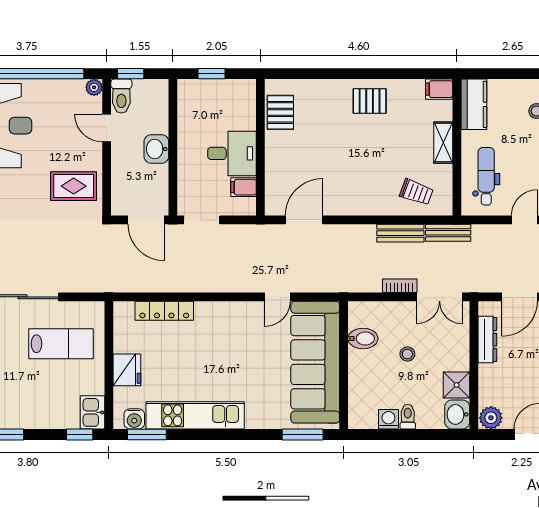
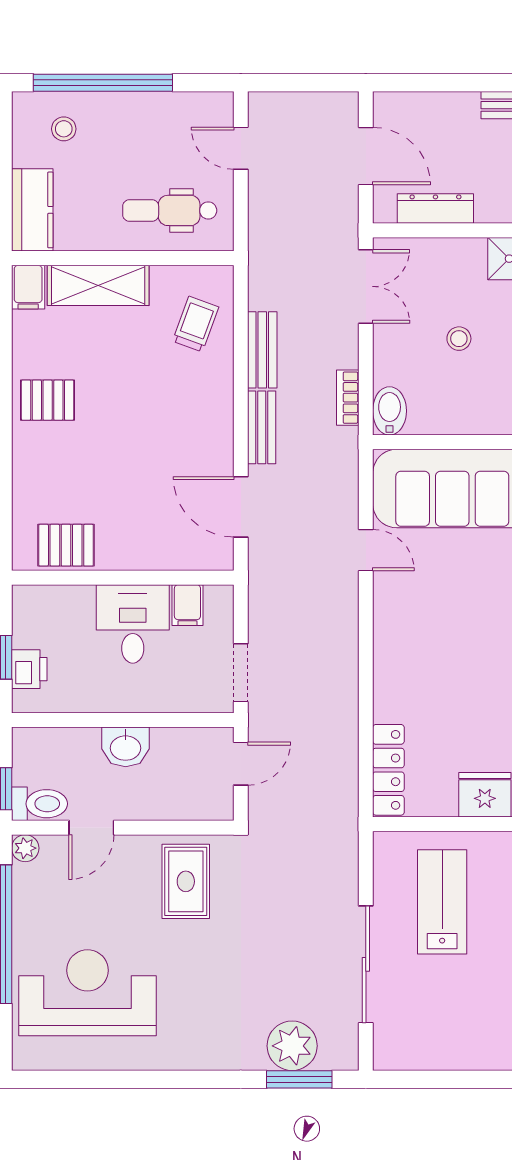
printer: (204, 90) -> (29, 669), added
pallet: (370, 101) -> (48, 400), turned 90
kitchen counter: (474, 104) -> (32, 210), moved, turned 90
shelving: (443, 143) -> (98, 285), width x1.50, depth x1.33
door: (146, 220) -> (241, 764), width x0.73
bench: (448, 233) -> (262, 427), moved
bookcase: (400, 286) -> (348, 398), moved
locker: (164, 311) -> (388, 770), moved
bidet: (363, 339) -> (390, 411), moved

